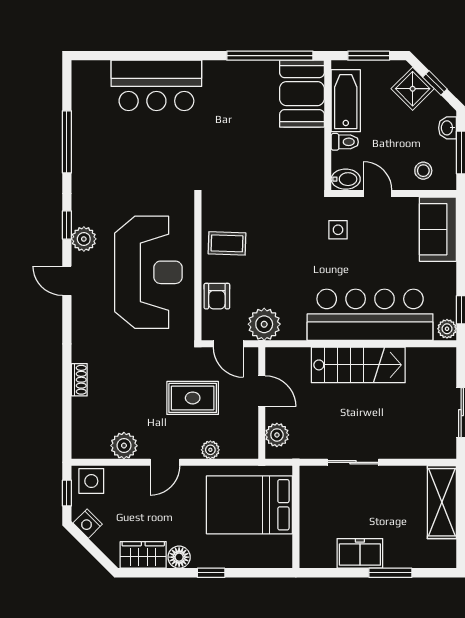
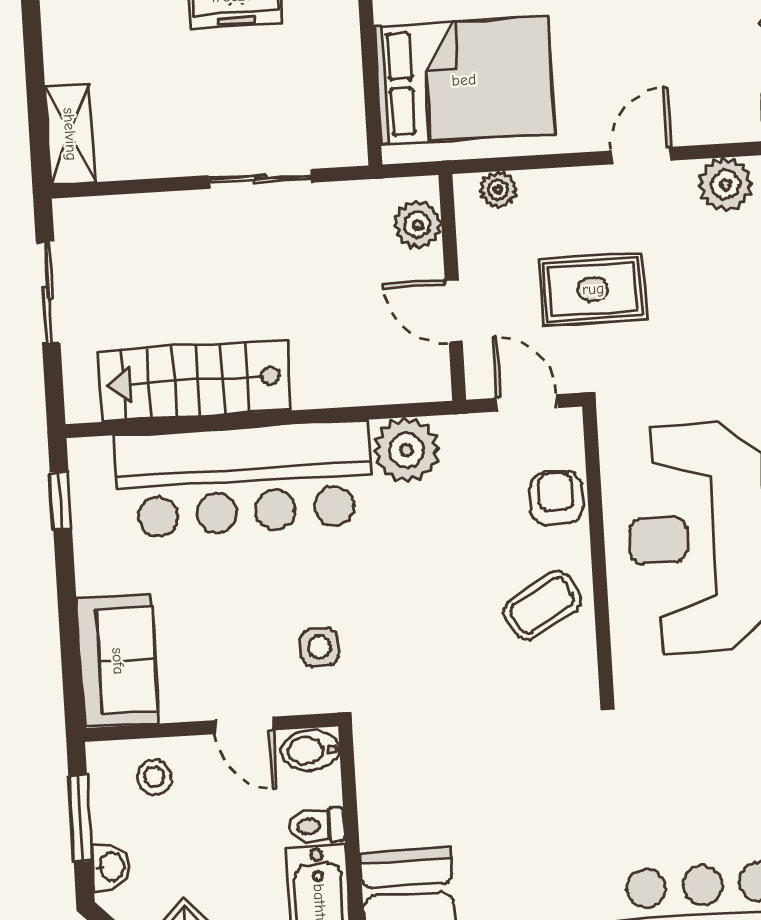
coffee table: (227, 243) -> (542, 606), turned -32
plant: (264, 324) -> (406, 450), moved
plant: (447, 329) -> (87, 460), removed
stairs: (358, 365) -> (195, 380), moved
plant: (210, 450) -> (498, 190), moved
shelving: (442, 502) -> (70, 134), width x0.67, depth x0.75

